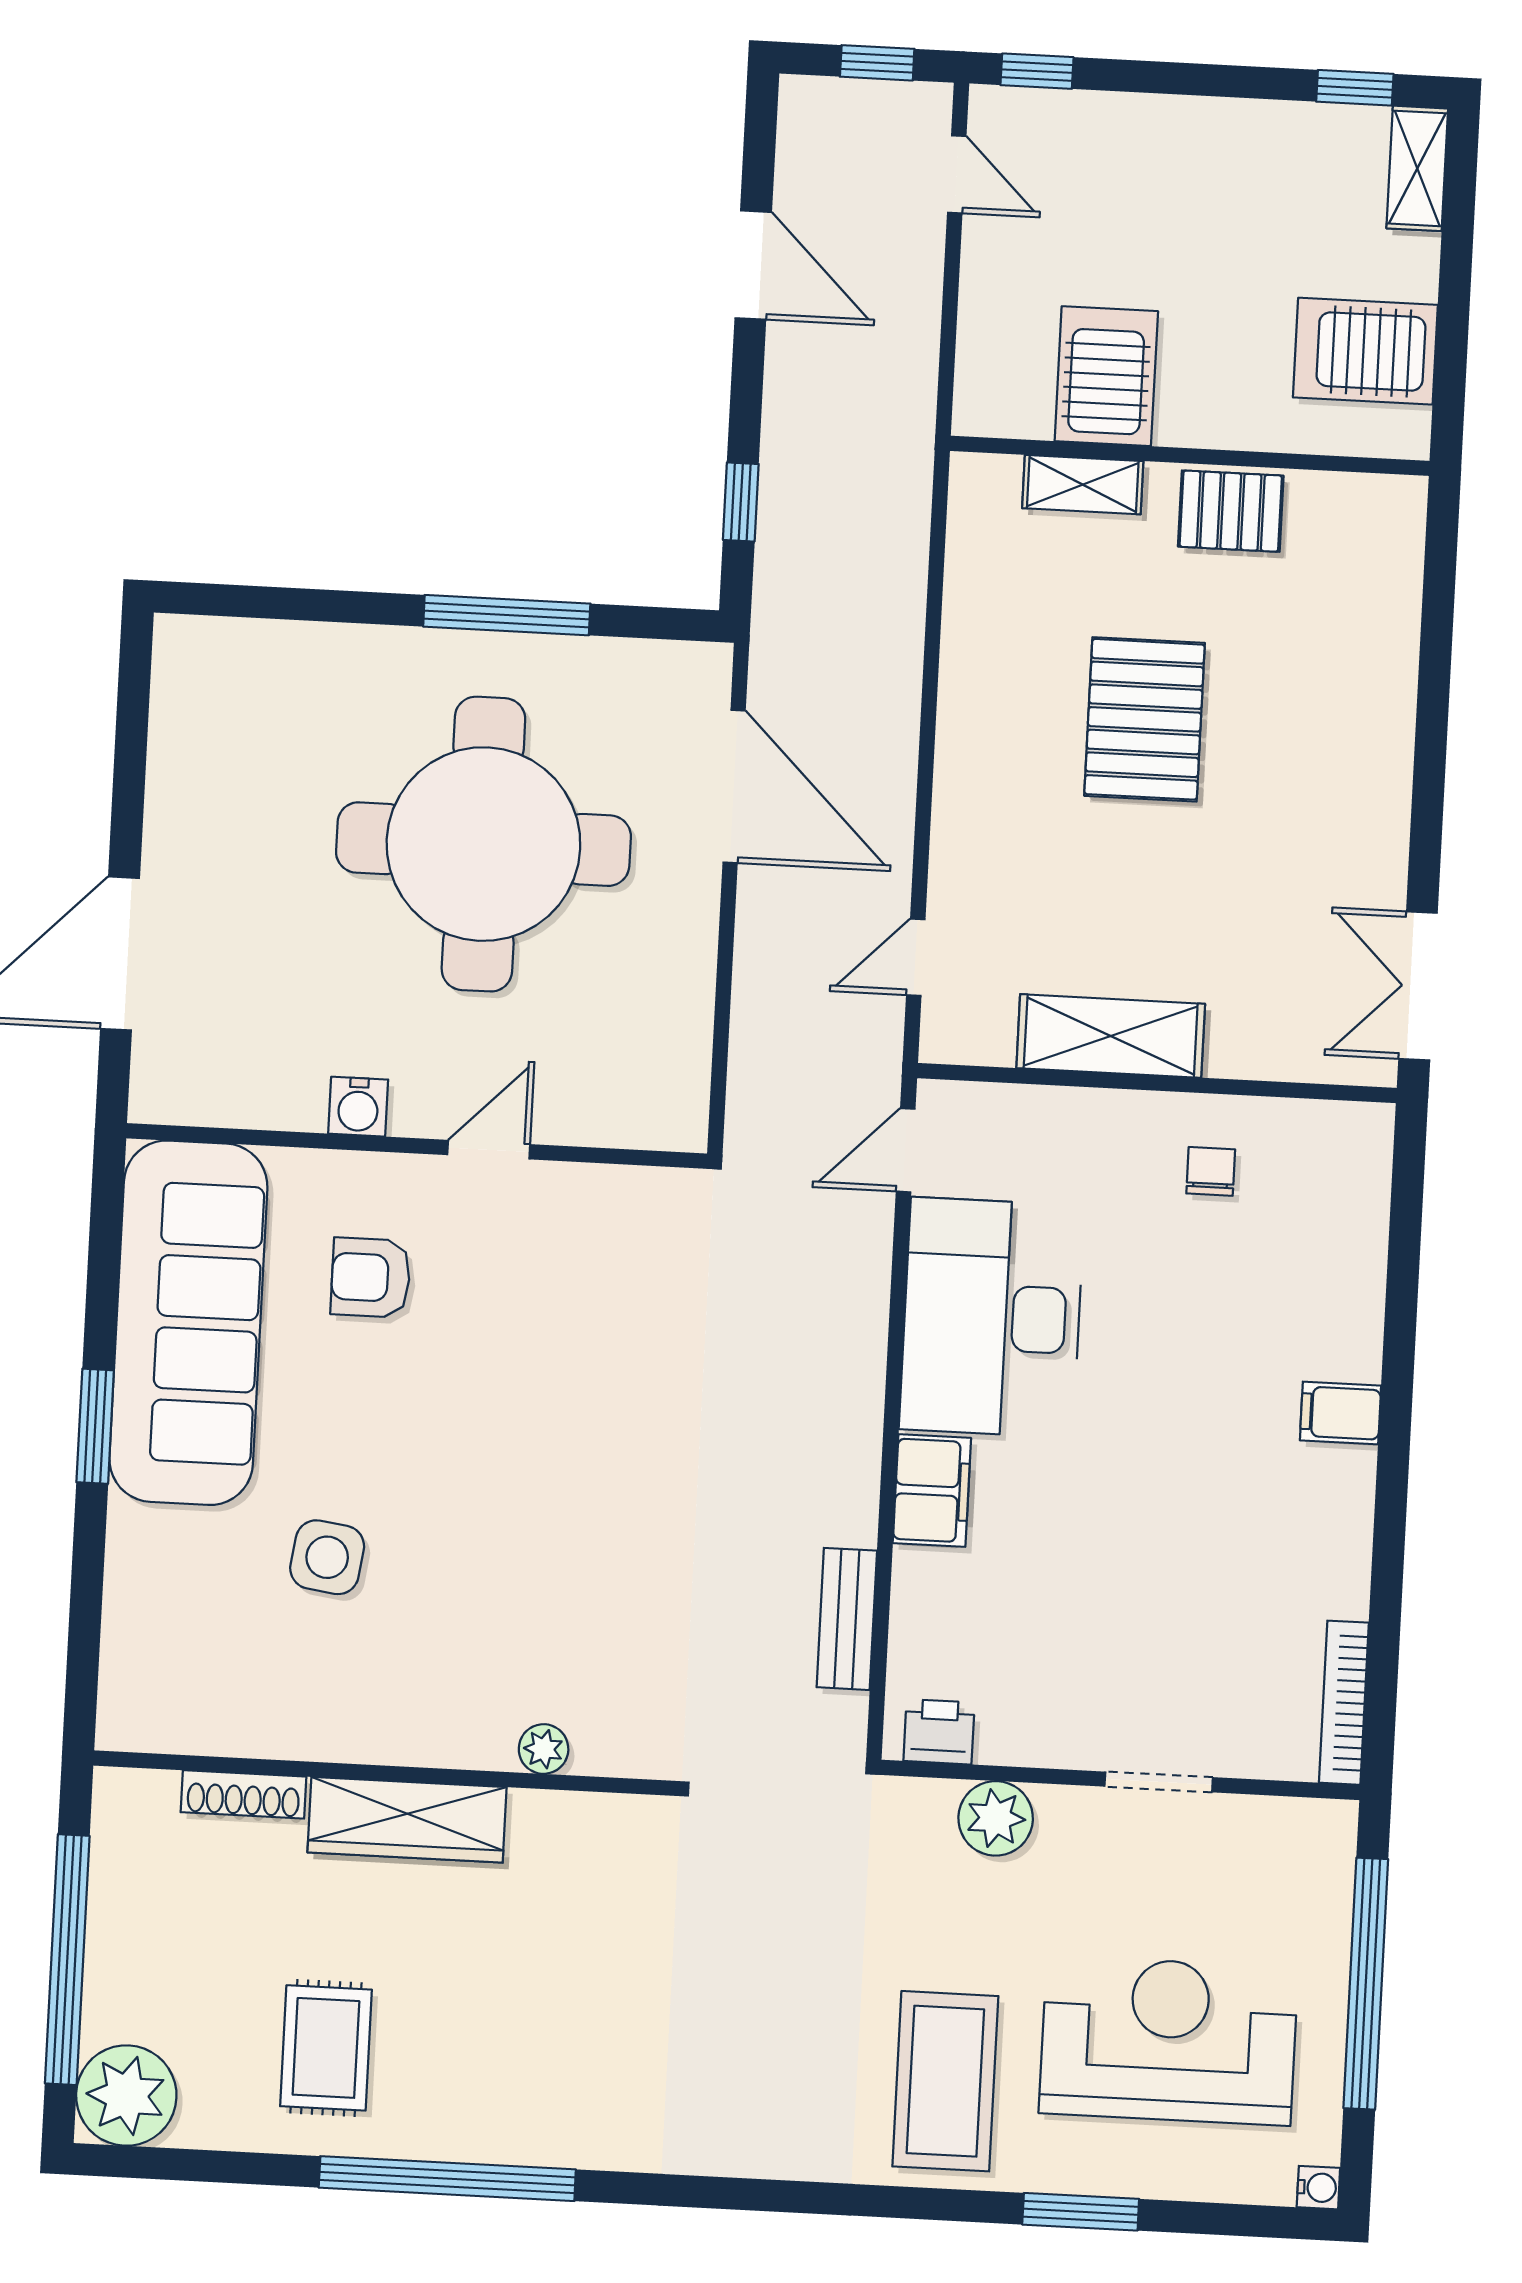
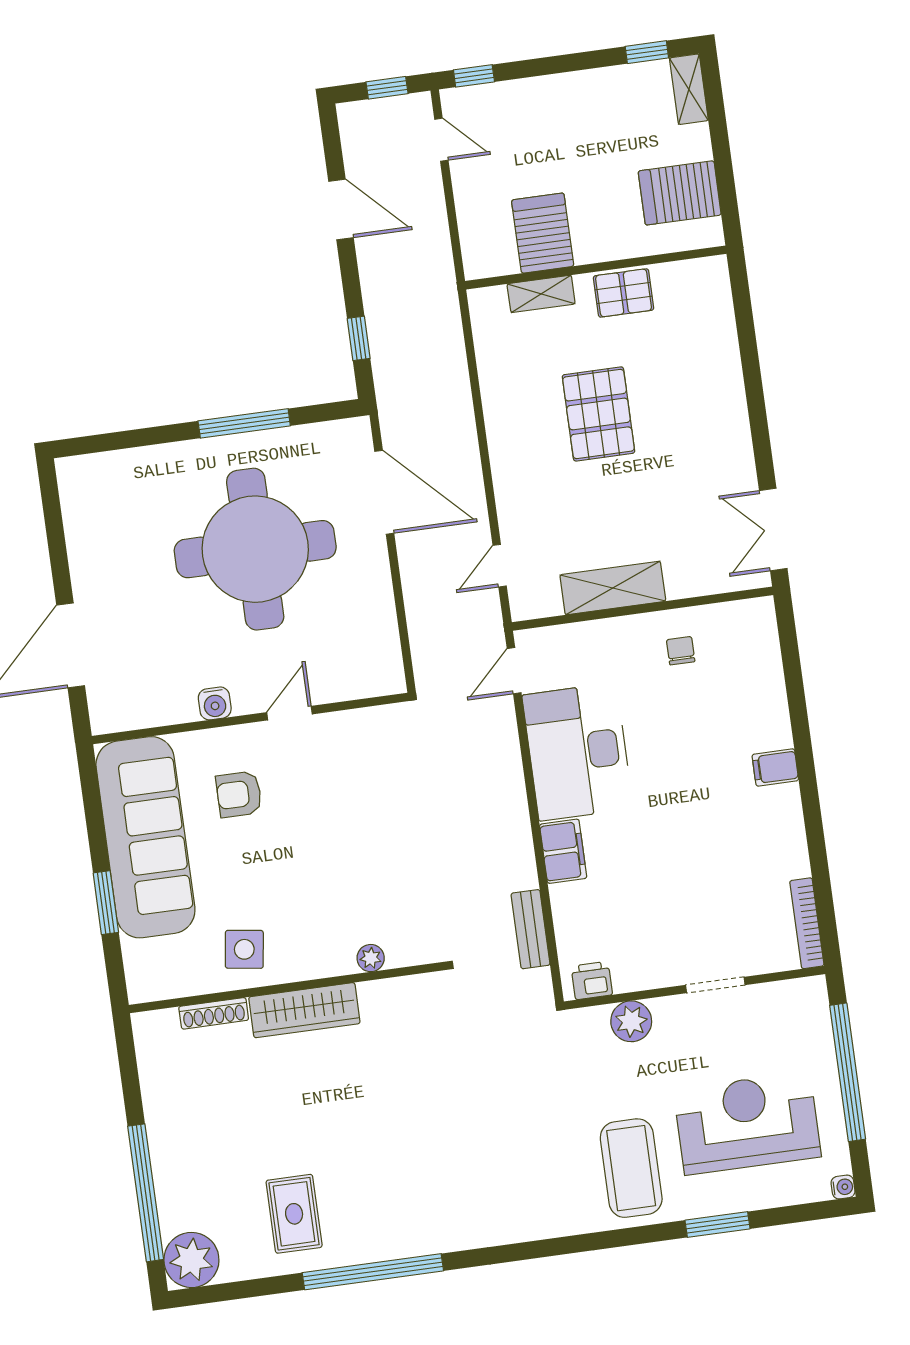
plant: (544, 1749) -> (371, 958), moved
wall: (384, 1773) -> (287, 987), moved
shoe rack: (243, 1794) -> (214, 1013), moved
wardrobe: (407, 1820) -> (304, 1010), moved

